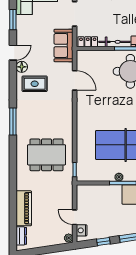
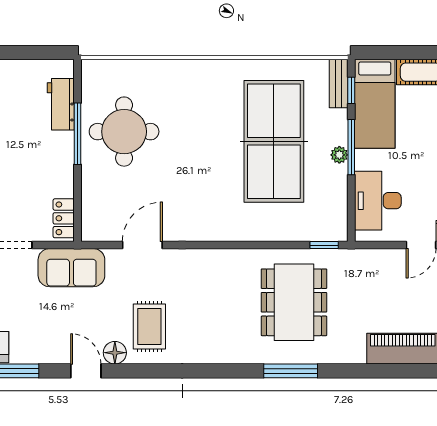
bicycle: (115, 42) -> (64, 164), removed
window: (13, 122) -> (291, 371), moved
desk: (96, 196) -> (378, 201), added

